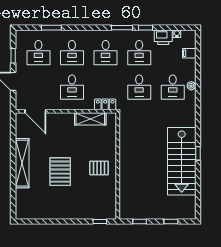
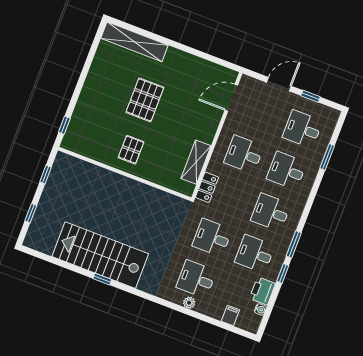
shelving: (22, 163) -> (134, 42), moved
pallet: (60, 172) -> (145, 100), turned 90

